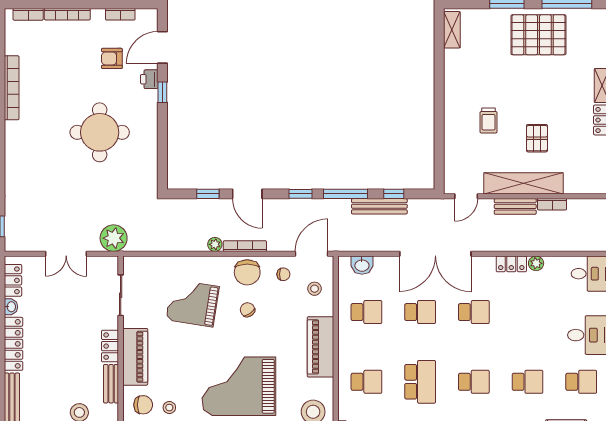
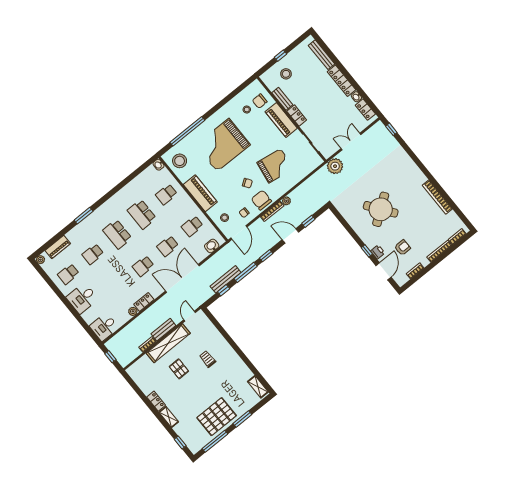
round table: (100, 132) -> (381, 209), turned -36
school desk: (474, 382) -> (117, 234), width x1.85
grand piano: (239, 386) -> (223, 145), turned 180

